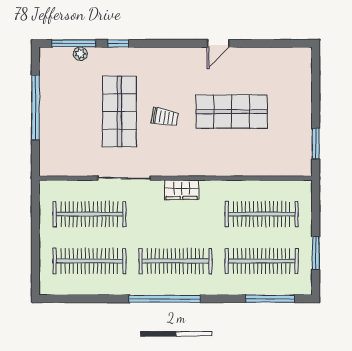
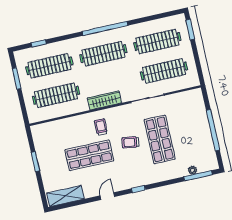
window: (118, 43) -> (138, 189), moved
shelving: (282, 58) -> (66, 196), added
window: (316, 144) -> (35, 162), moved
trolley: (204, 150) -> (101, 127), added
wardrobe: (182, 190) -> (104, 100), width x1.50
window: (35, 268) -> (190, 30), added
window: (270, 299) -> (39, 43), width x0.46

